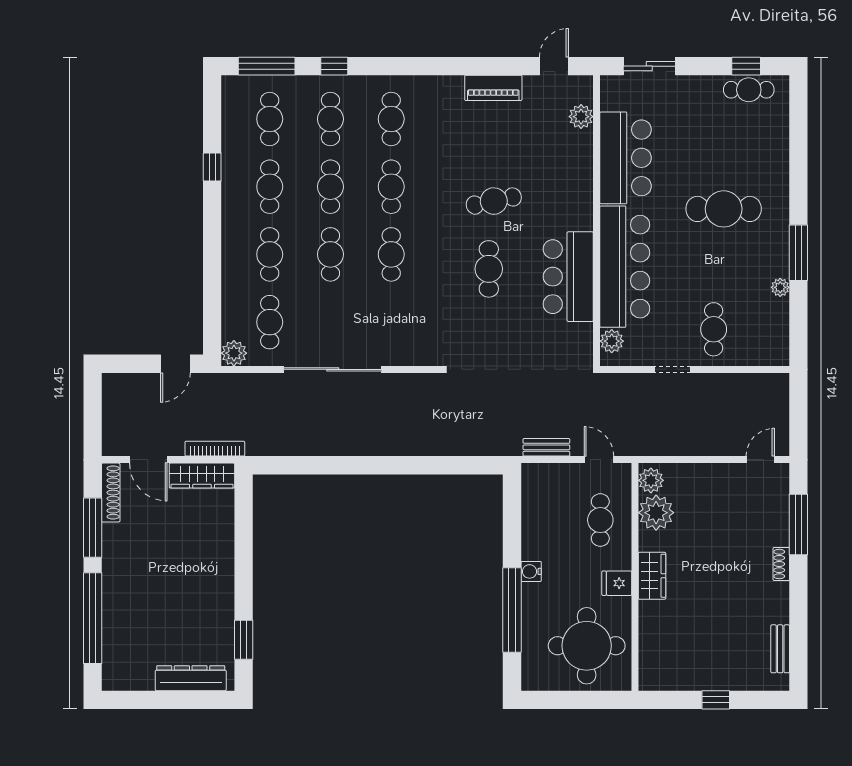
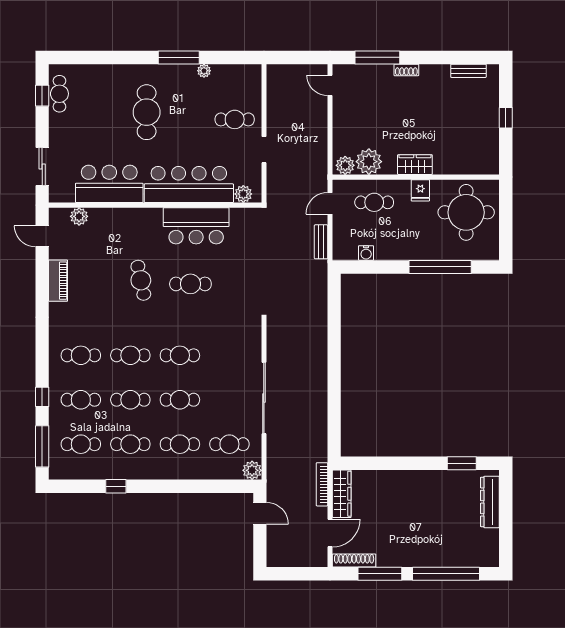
water cooler: (531, 571) -> (366, 253), moved

